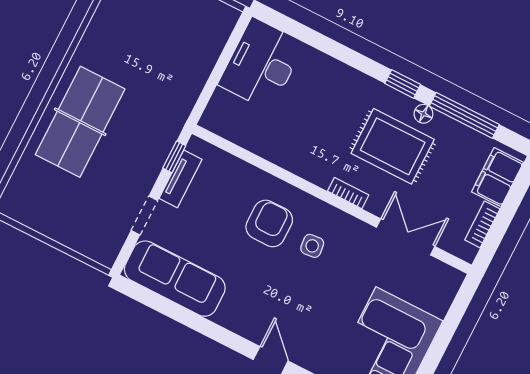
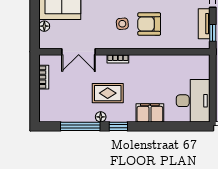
rug: (393, 146) -> (108, 93), width x0.73, depth x0.70
filing cabinet: (498, 177) -> (150, 113), moved, turned -90
armchair: (269, 223) -> (149, 24), turned 90
floor lamp: (440, 306) -> (44, 26), added

